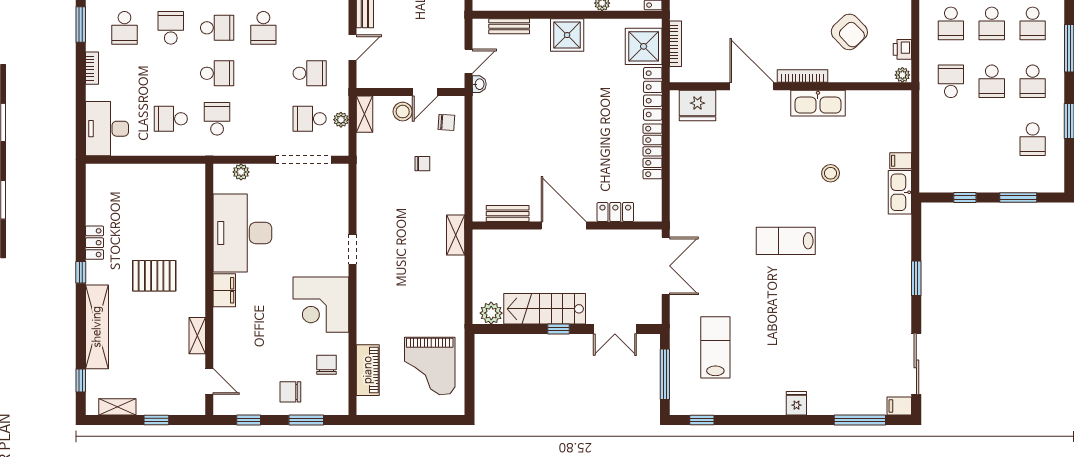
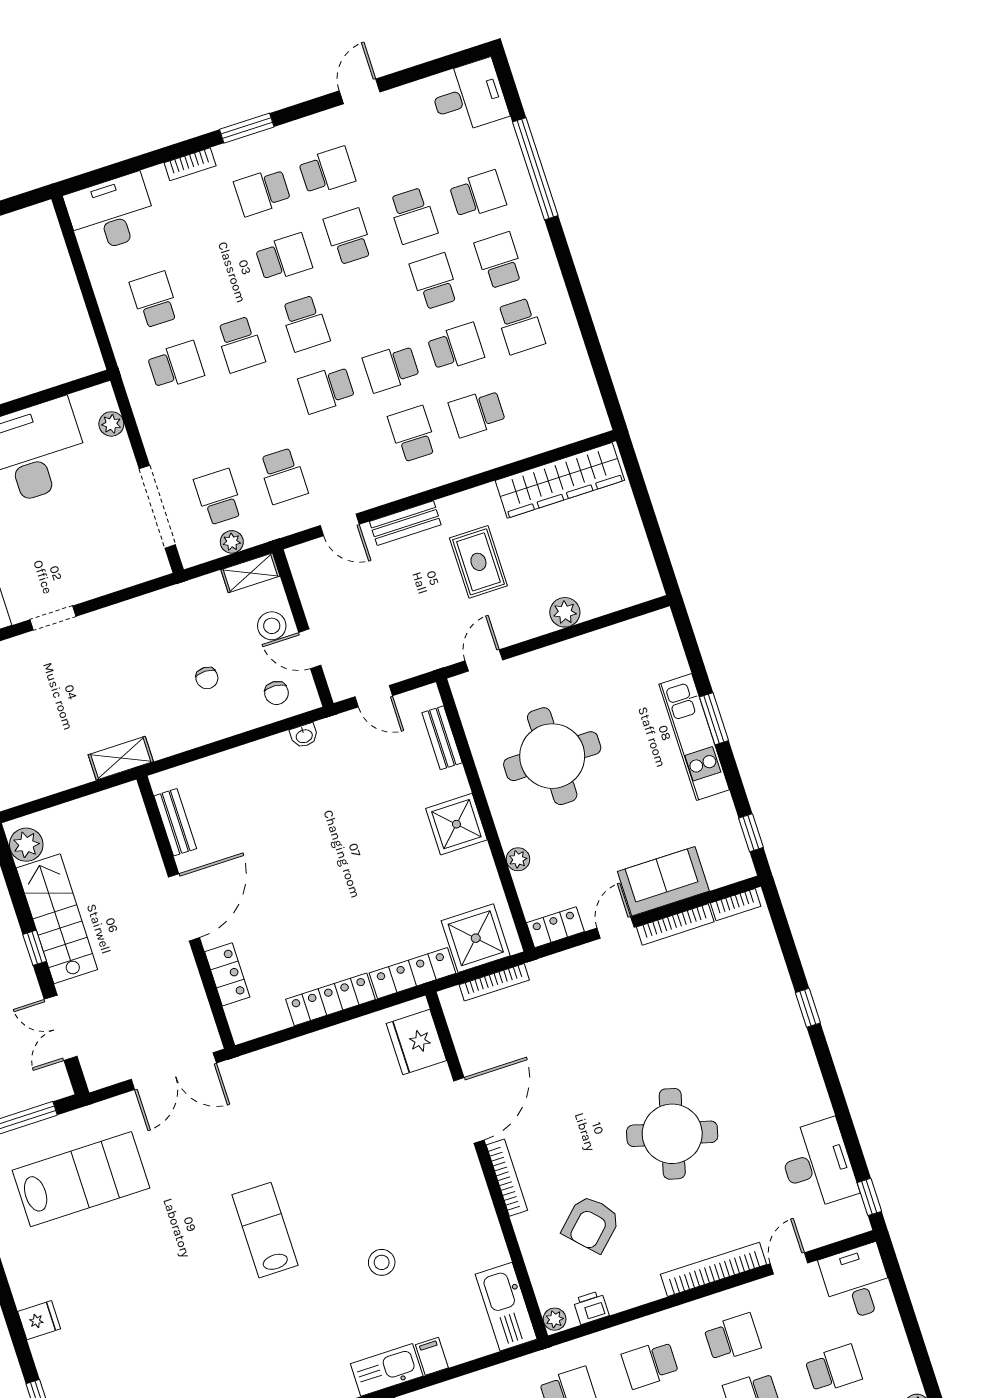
washbasin: (479, 84) -> (304, 736), moved
kitchen sink: (818, 103) -> (506, 1307), moved
lab bench: (715, 347) -> (81, 1179), width x1.36, depth x1.39

